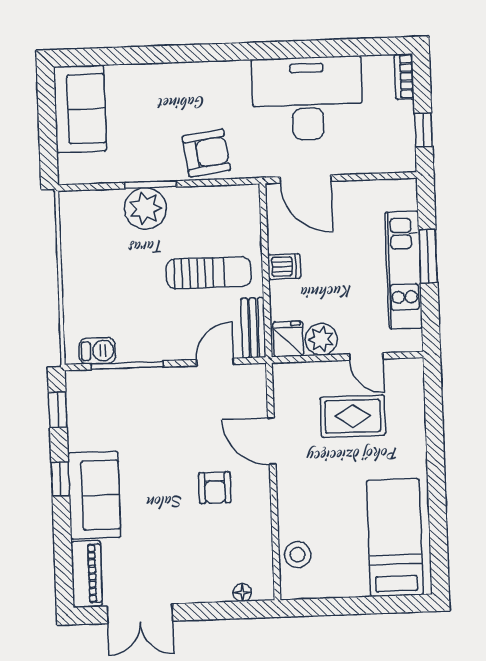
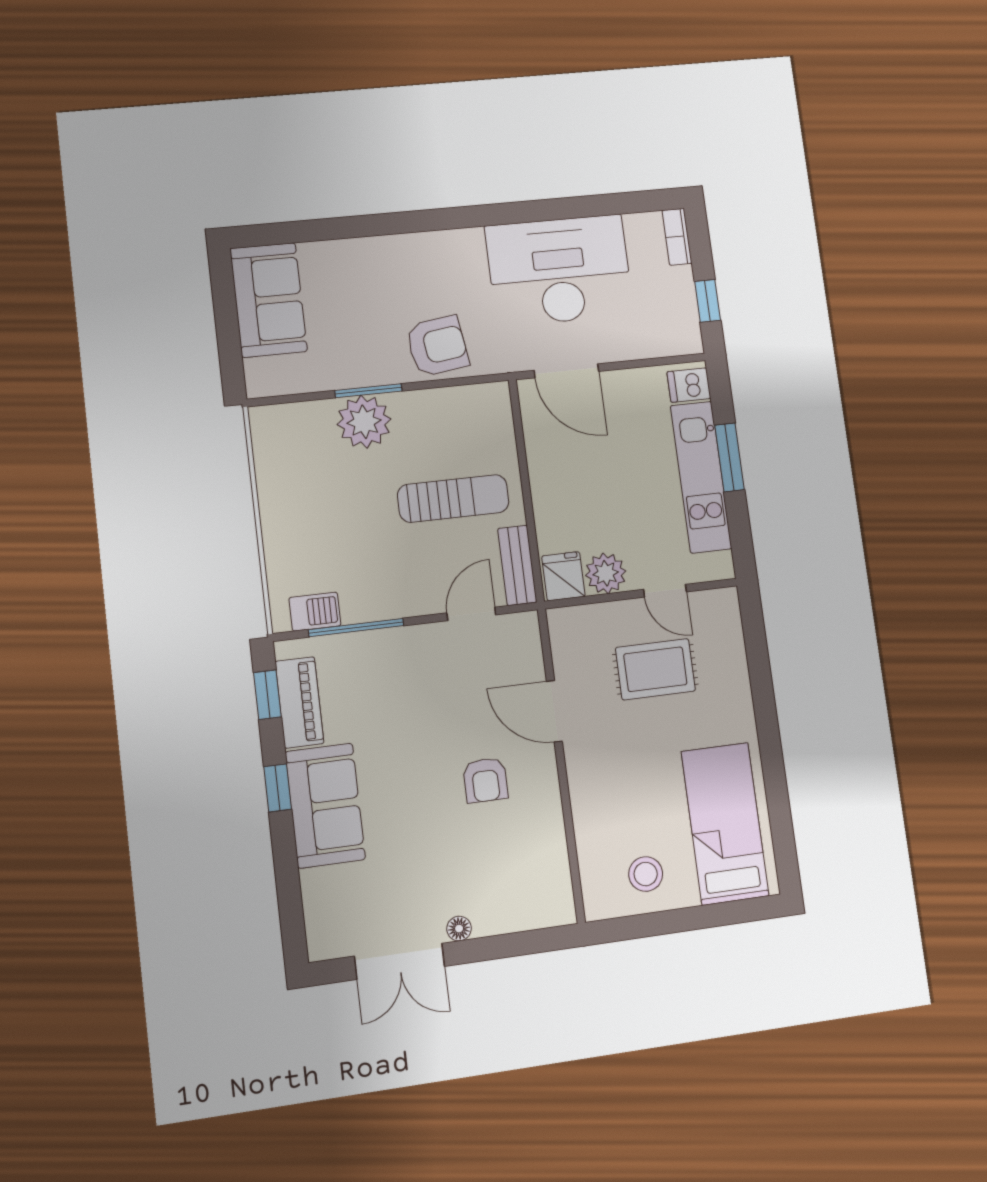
dishwasher: (284, 266) -> (689, 385), moved, turned 180
stool: (298, 555) -> (646, 874), moved
piano: (87, 574) -> (299, 702), moved
floor lamp: (242, 593) -> (459, 929), moved

